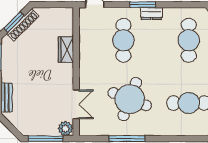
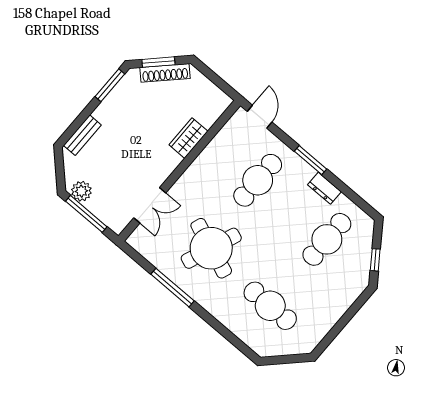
dresser: (151, 14) -> (324, 188), moved
plant: (65, 129) -> (81, 191), moved

